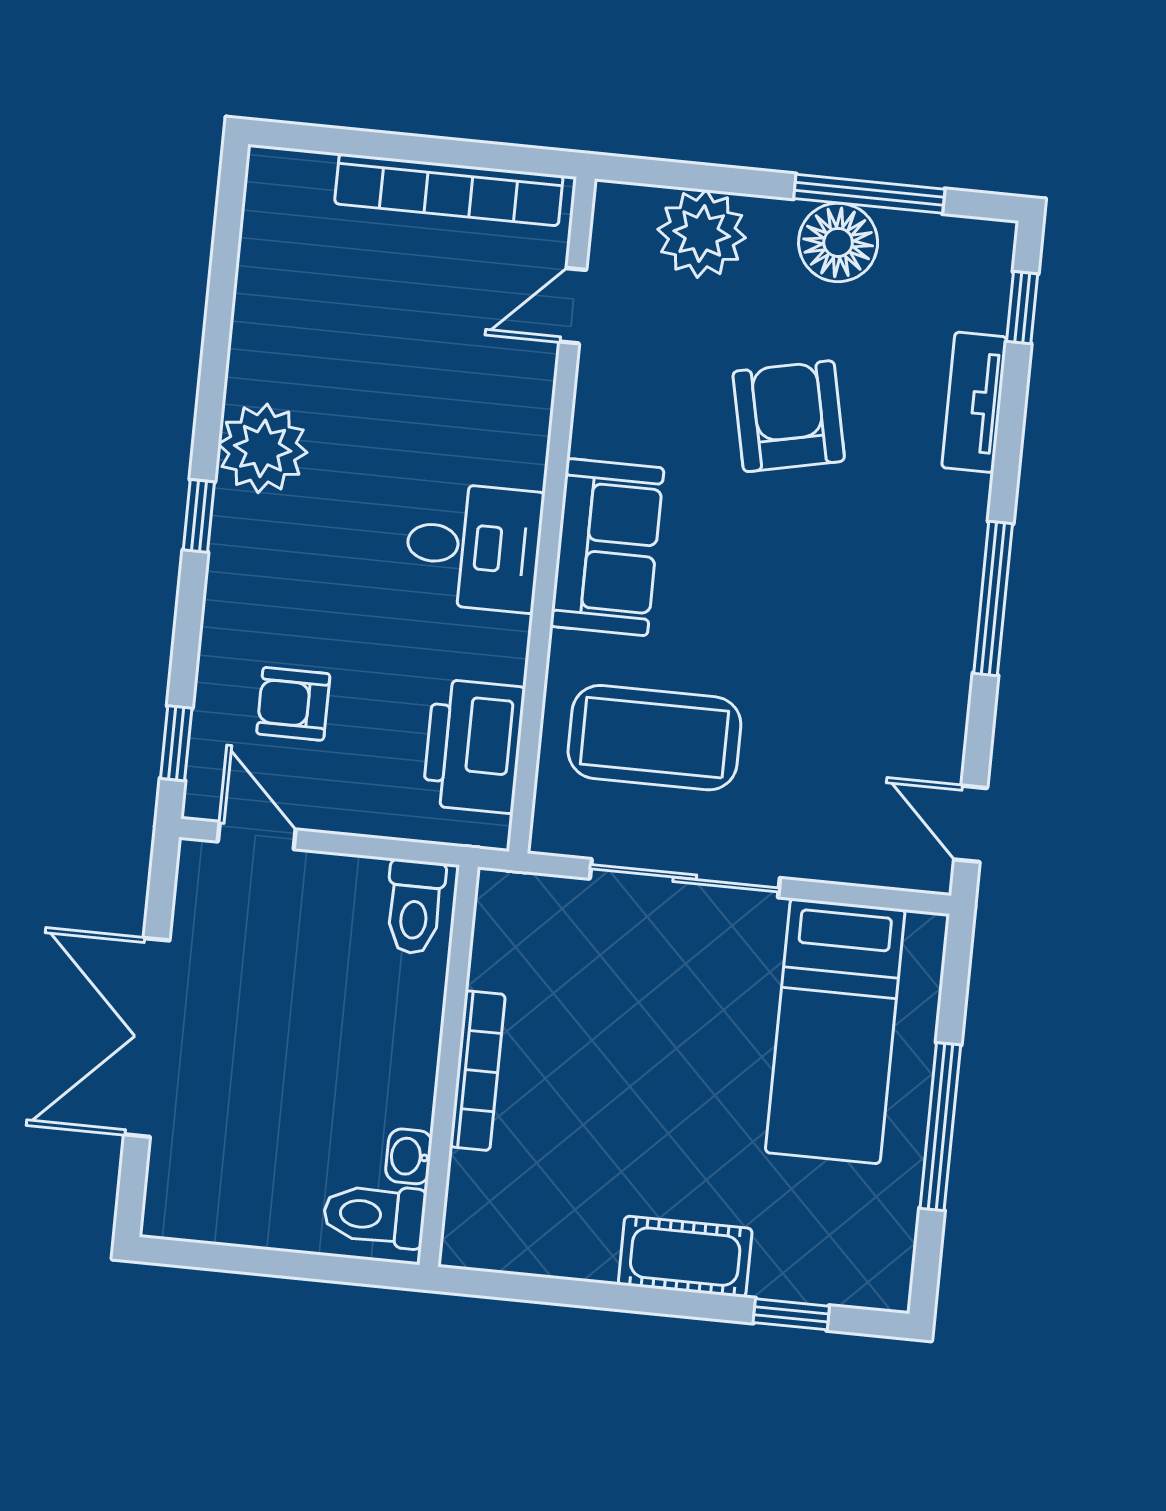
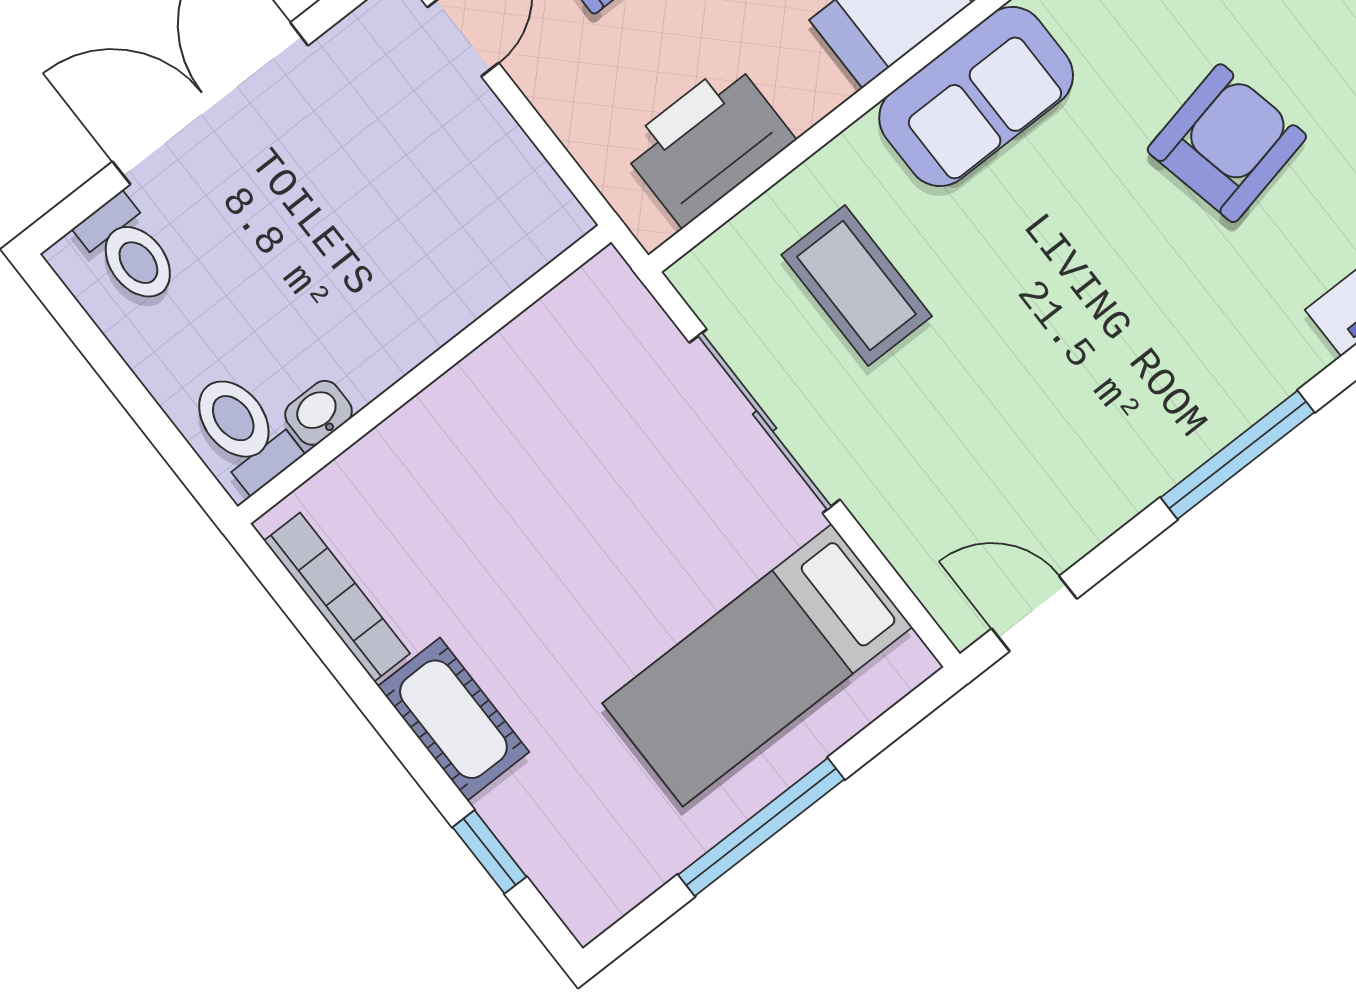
coffee table: (654, 738) -> (857, 286), width x0.73, depth x0.76
door: (971, 824) -> (1034, 614), hinge flipped
toilet: (415, 907) -> (129, 251), moved, turned -90
bookcase: (477, 1071) -> (337, 597), moved, turned -90

